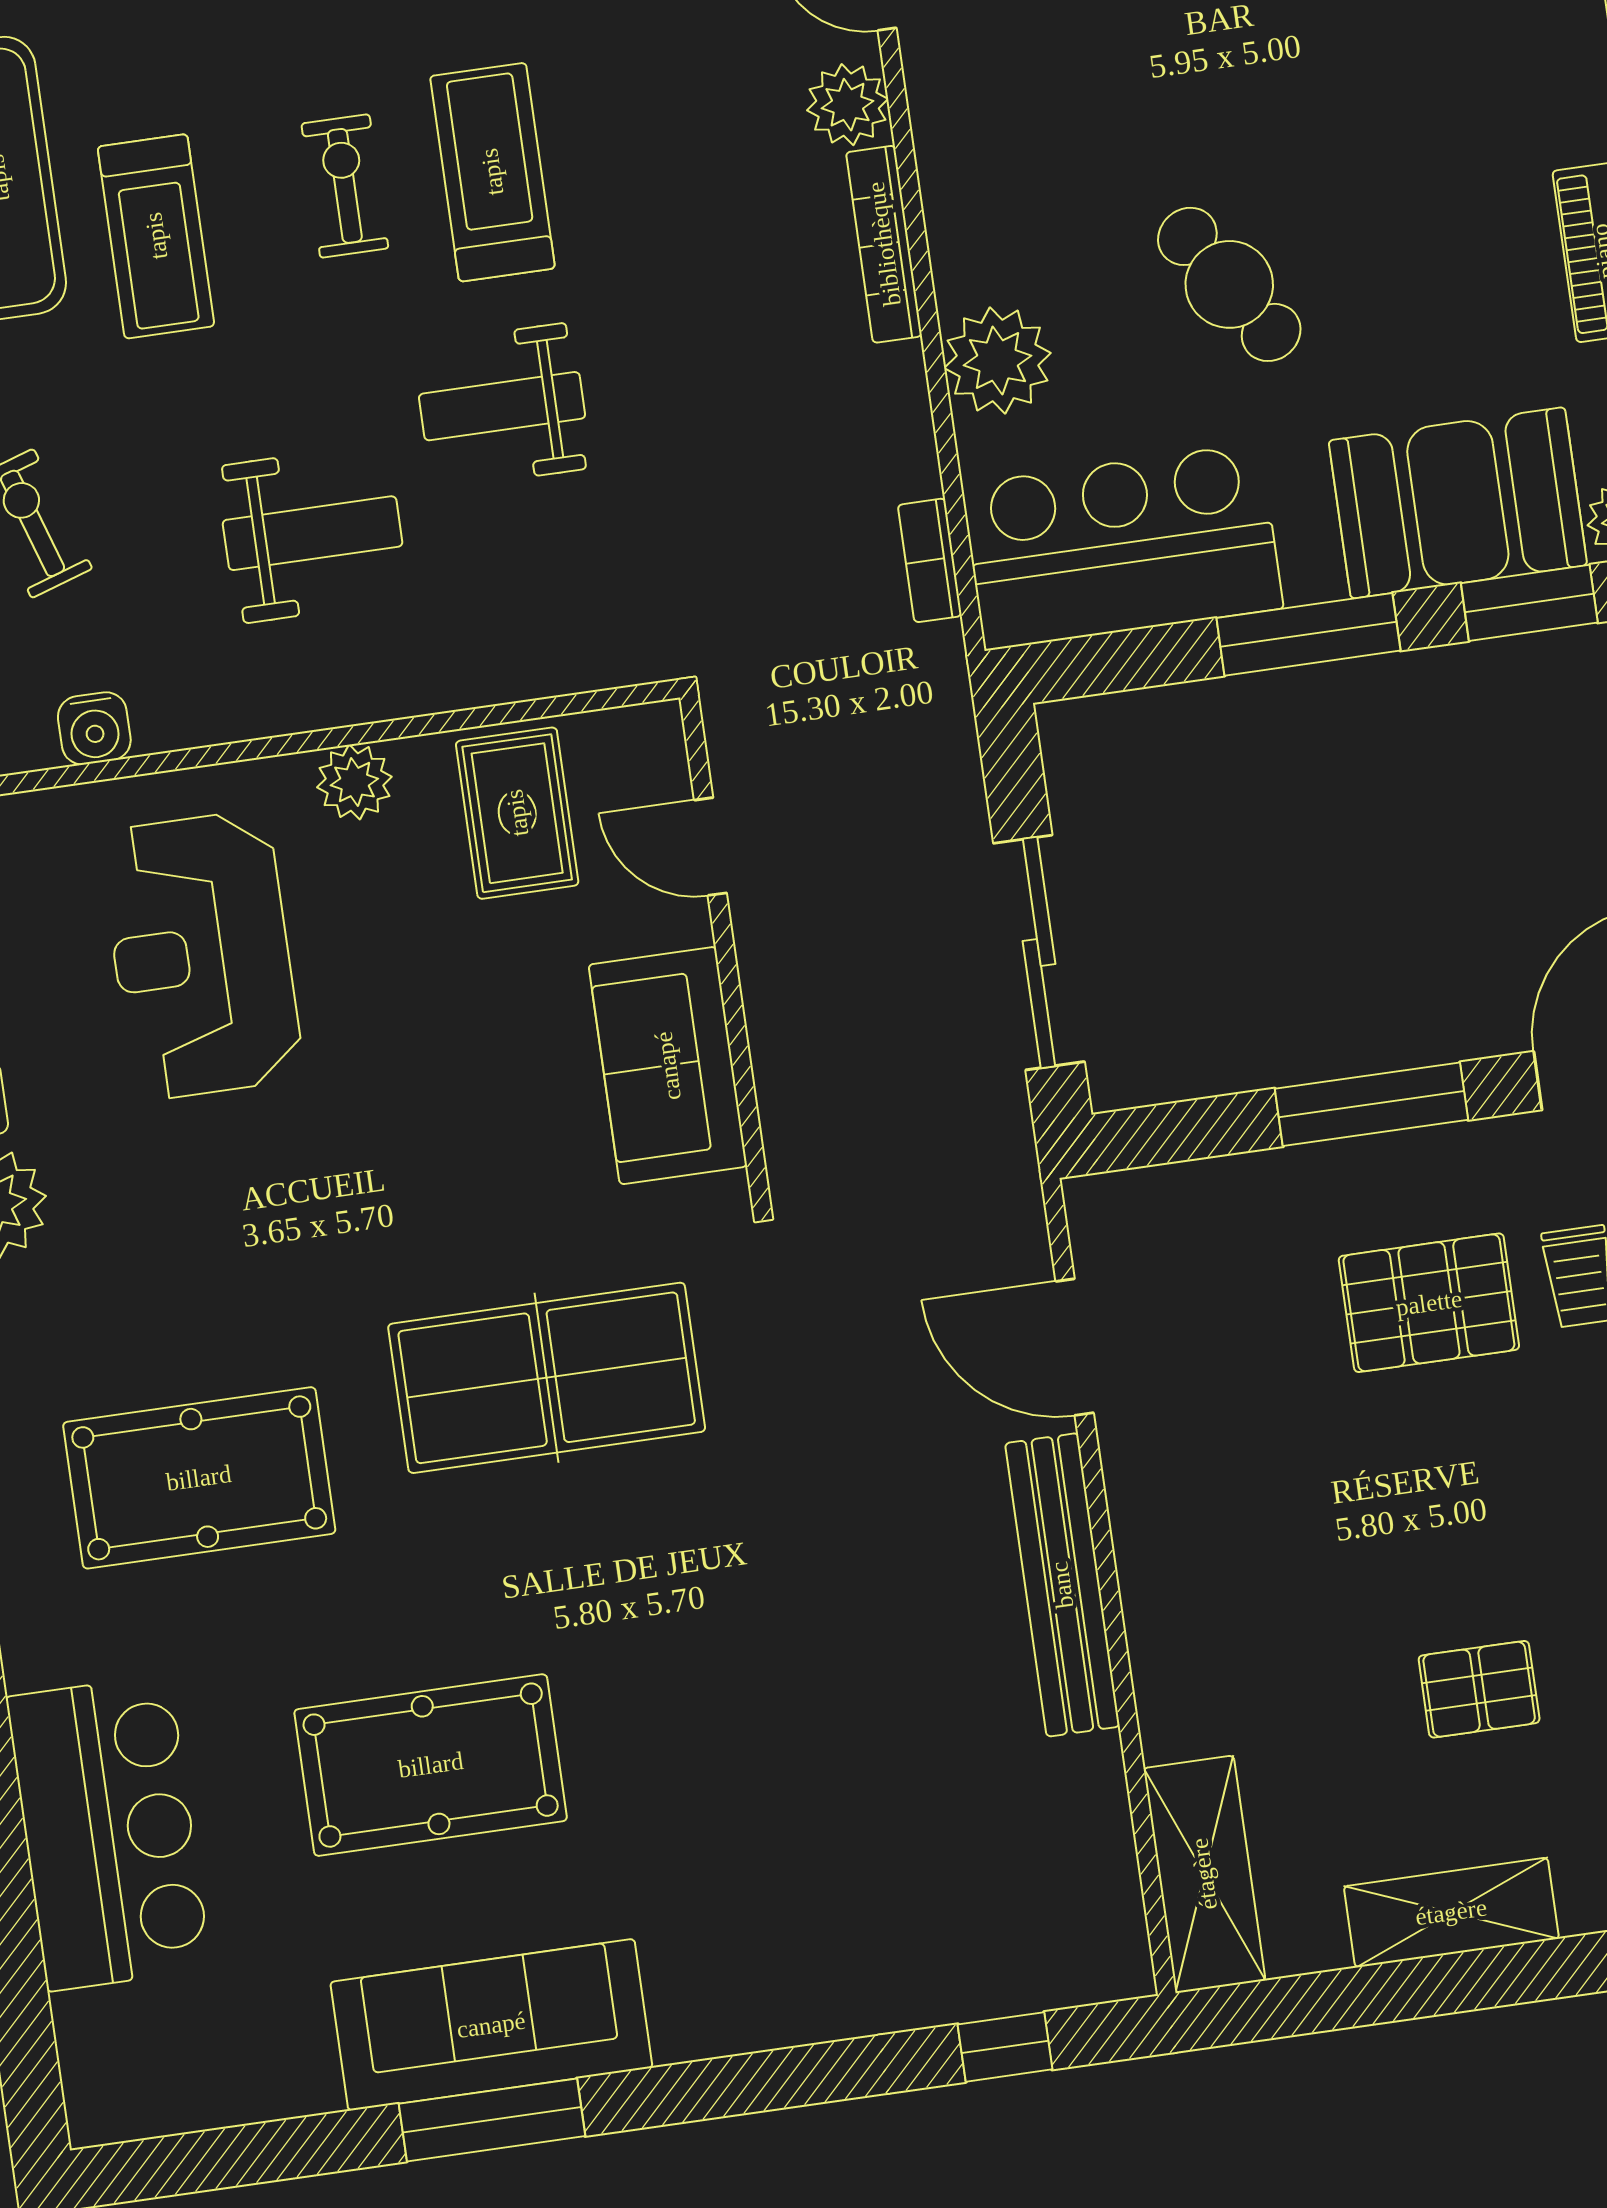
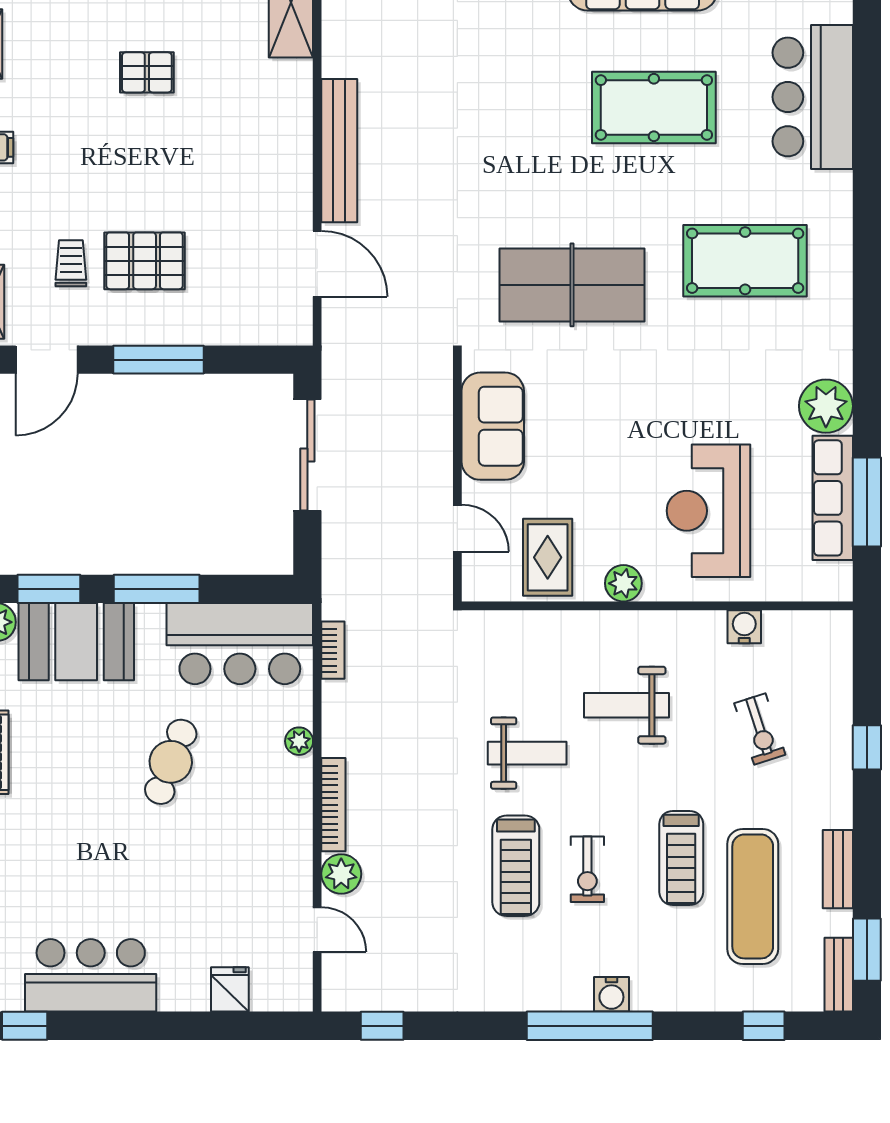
treadmill: (156, 236) -> (681, 858), turned 180
cafe table: (1229, 284) -> (171, 762), turned 54
plant: (997, 361) -> (299, 741), width x0.53, depth x0.53
reception desk: (201, 955) -> (708, 511), turned 180

